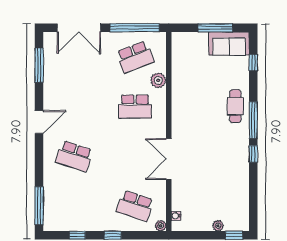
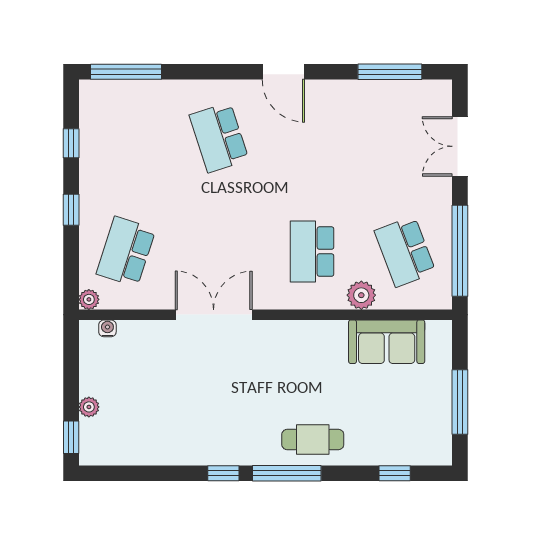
double door: (79, 28) -> (460, 146), width x0.73
sofa: (229, 44) -> (387, 342), moved, turned -90
school desk: (74, 156) -> (219, 137), turned -36

